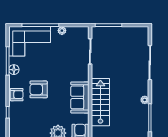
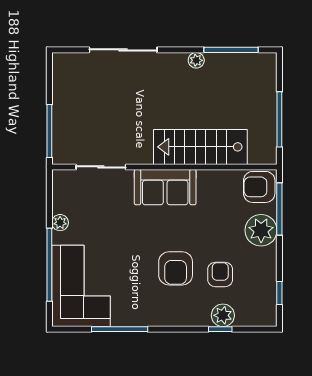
floor lamp: (14, 70) -> (137, 317), removed
armchair: (17, 95) -> (220, 274), moved
sofa: (80, 97) -> (165, 187), moved
plant: (15, 114) -> (223, 315), added

